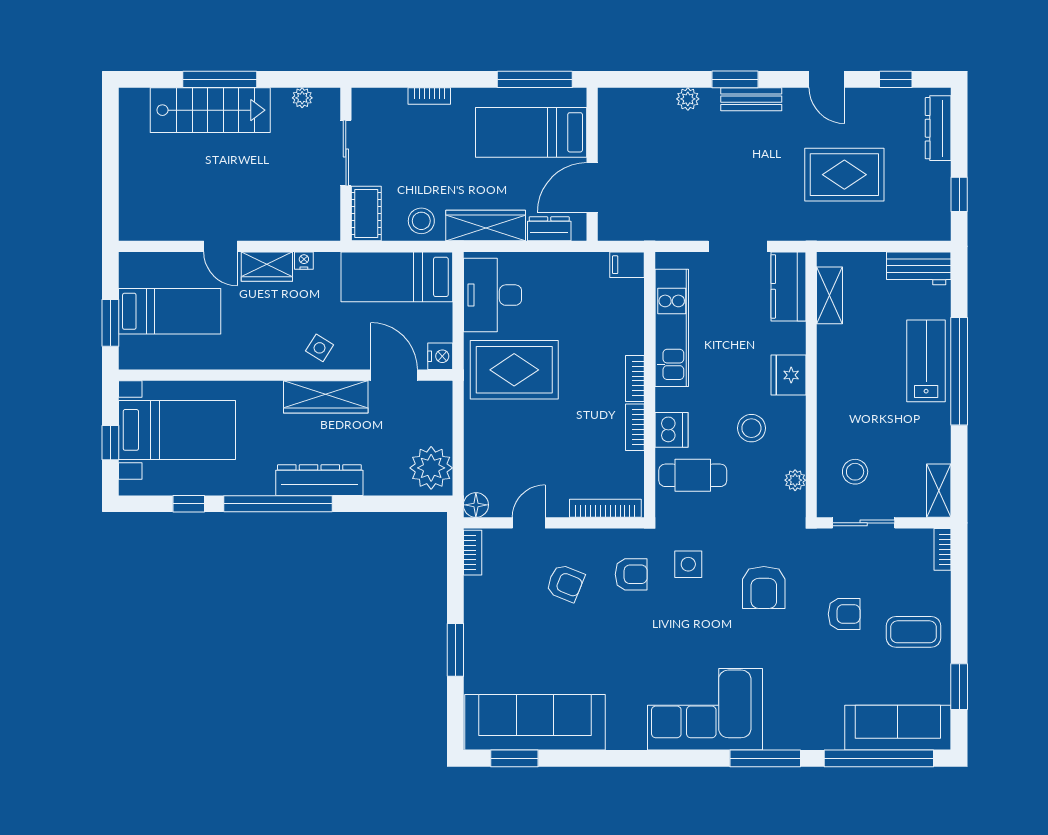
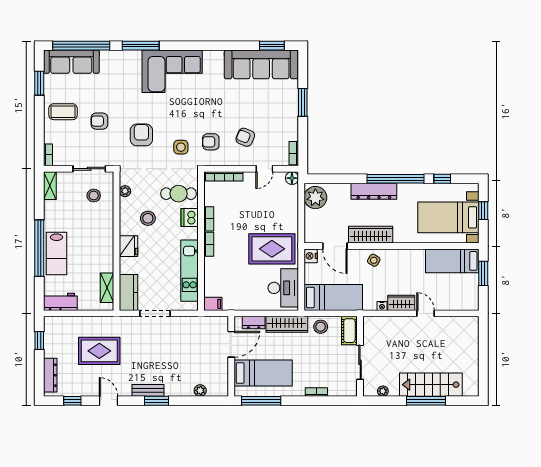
plant: (688, 99) -> (200, 390), moved
bed: (170, 311) -> (452, 261), moved

